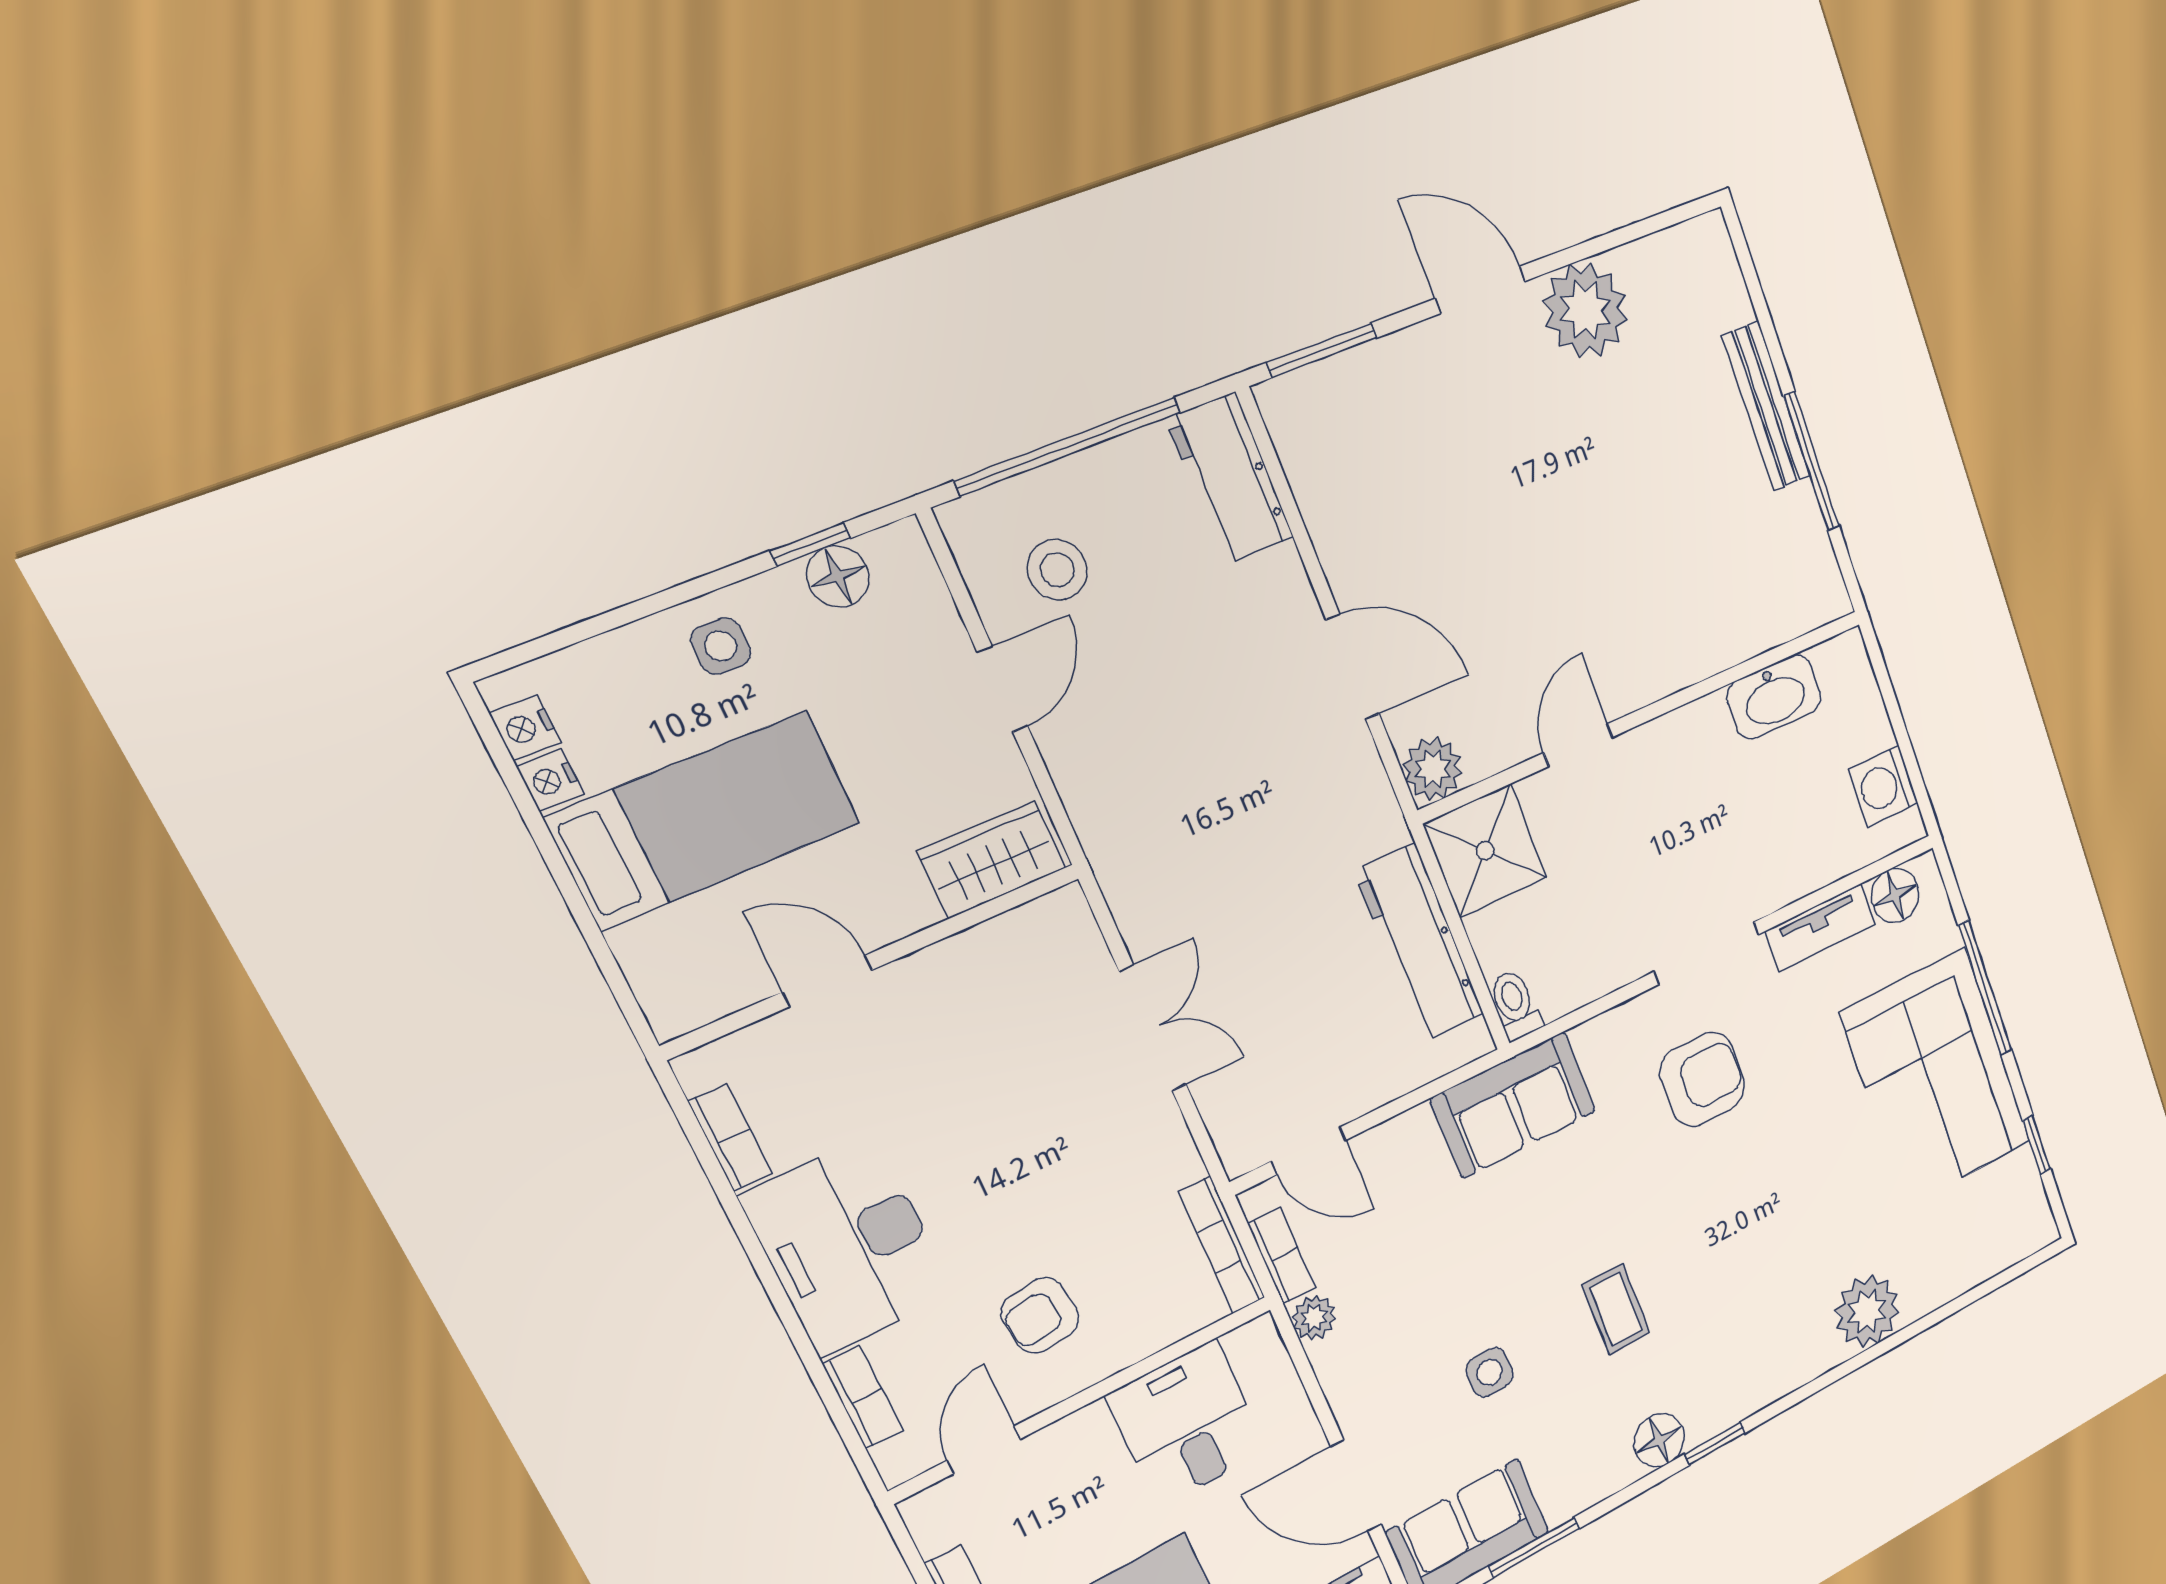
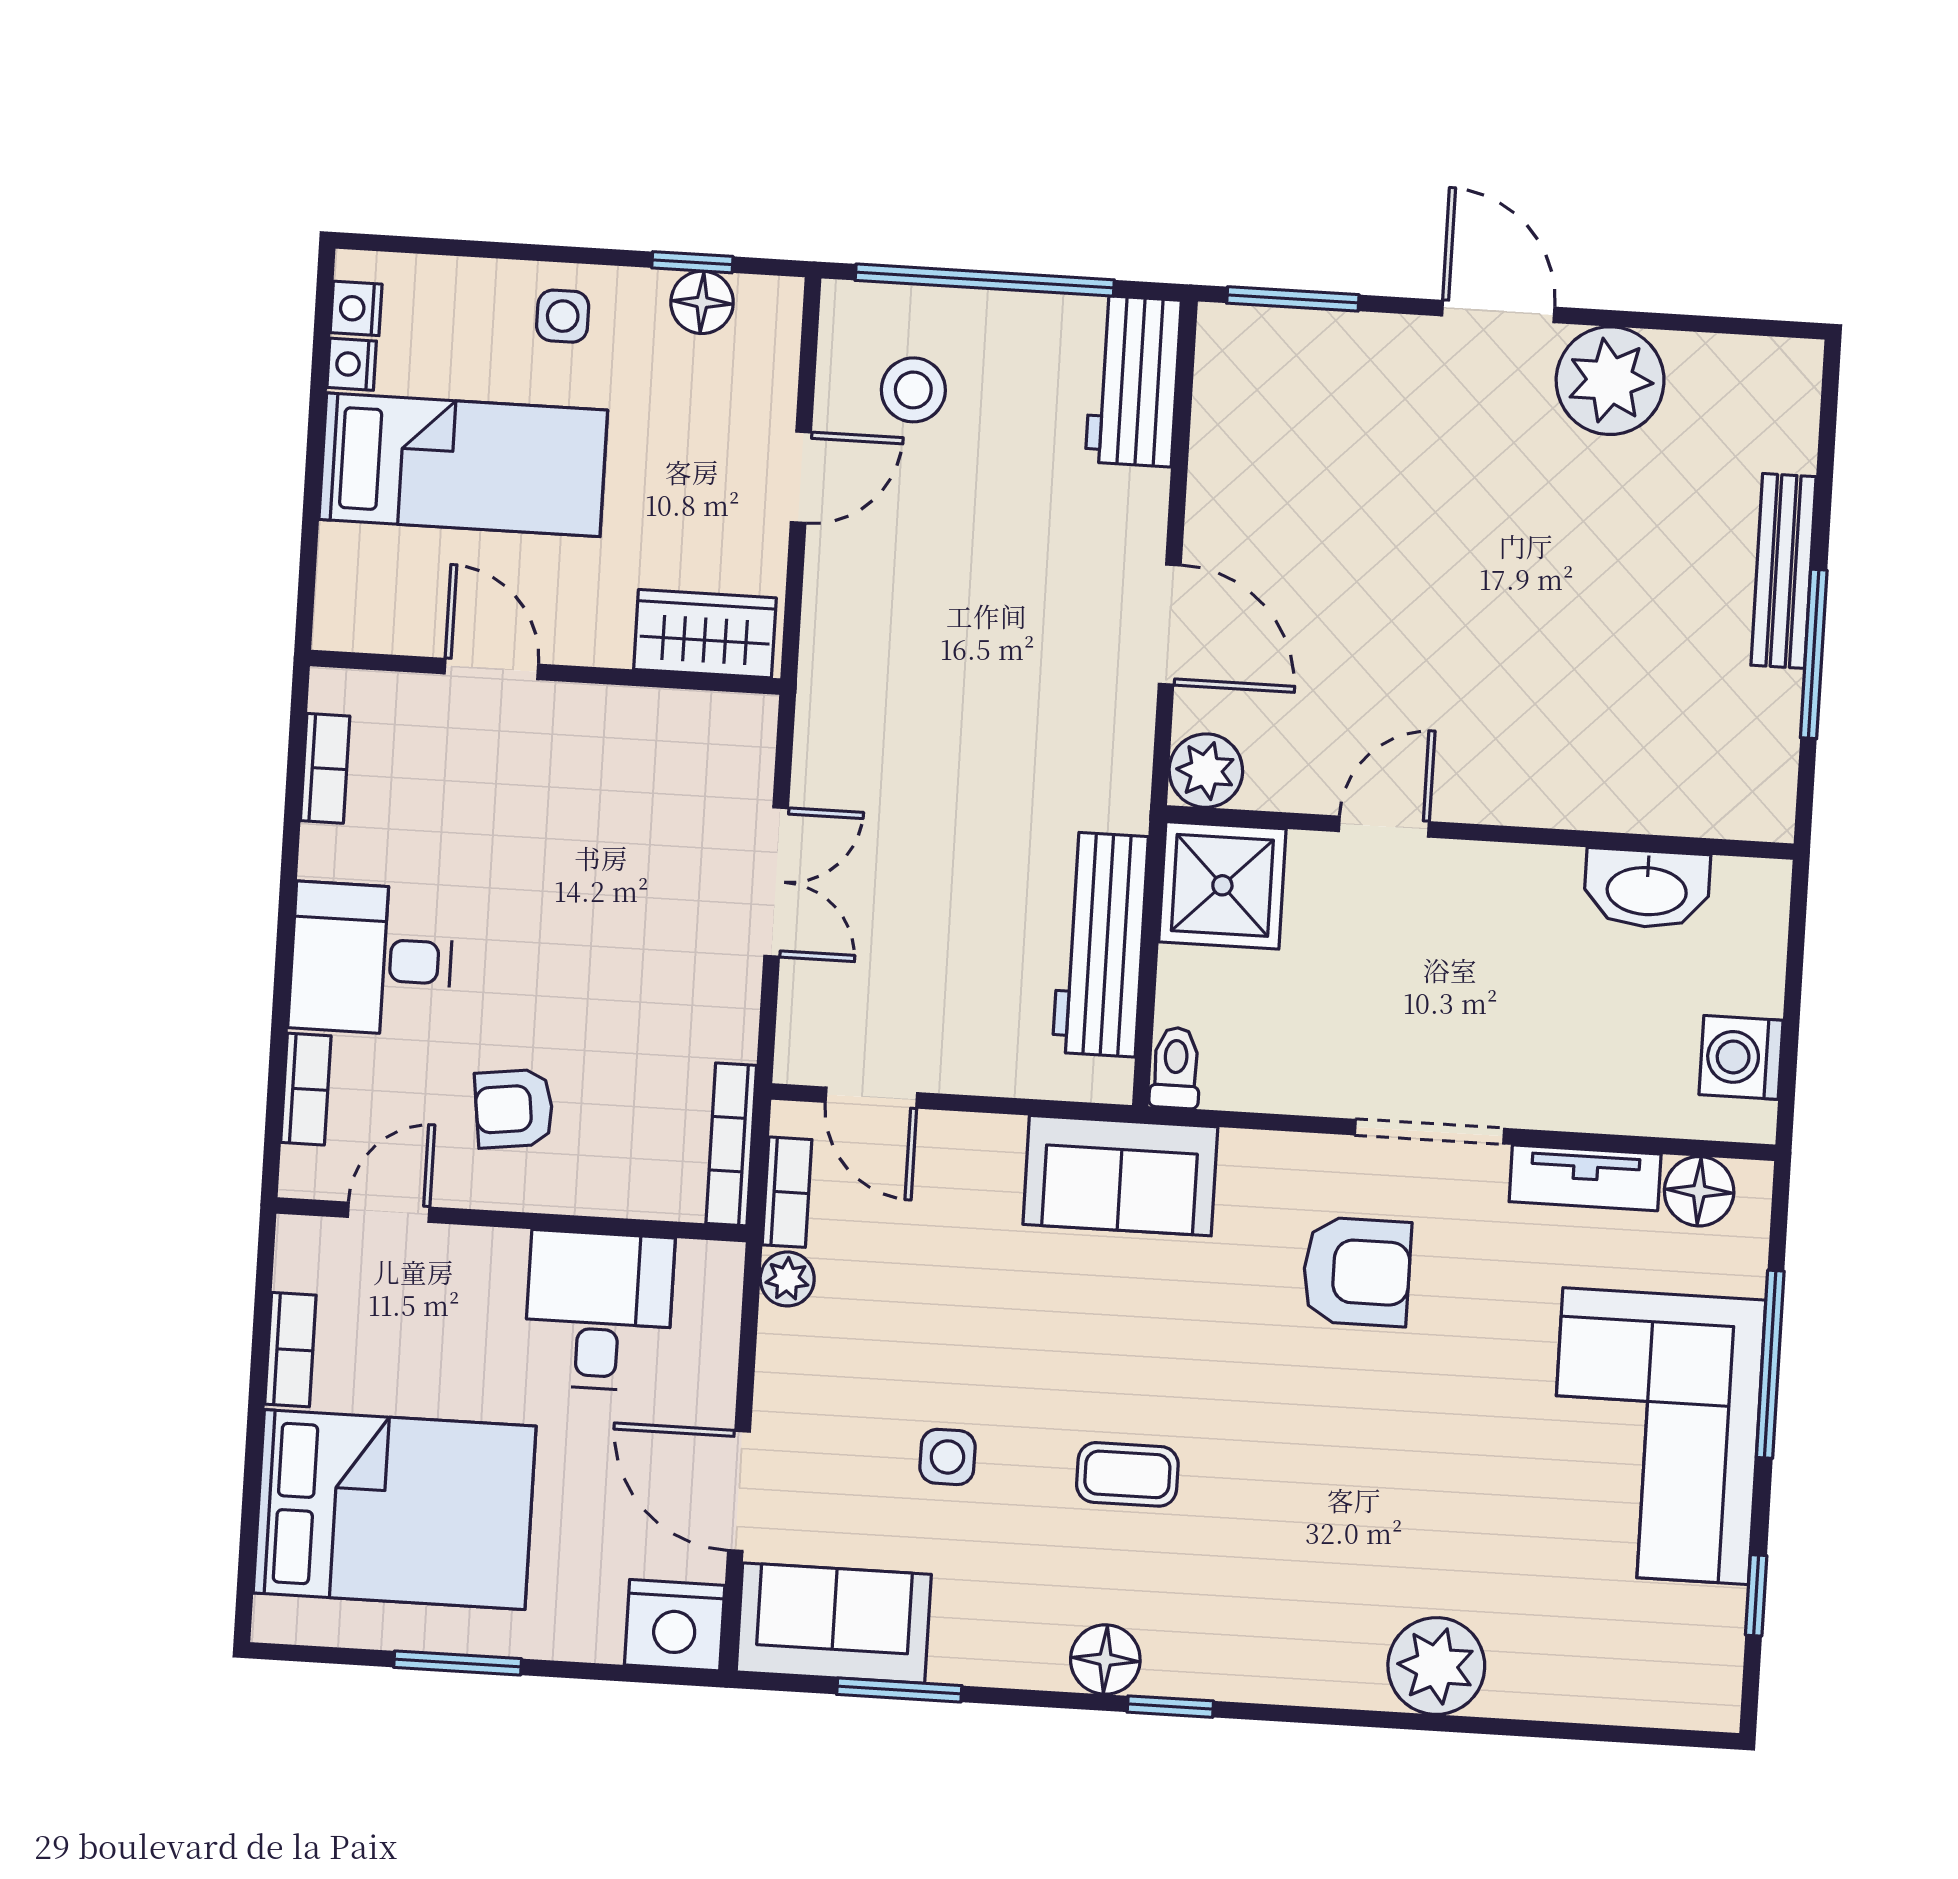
desk: (848, 1246) -> (371, 959), width x0.73
coffee table: (1616, 1309) -> (1127, 1474), turned 90

